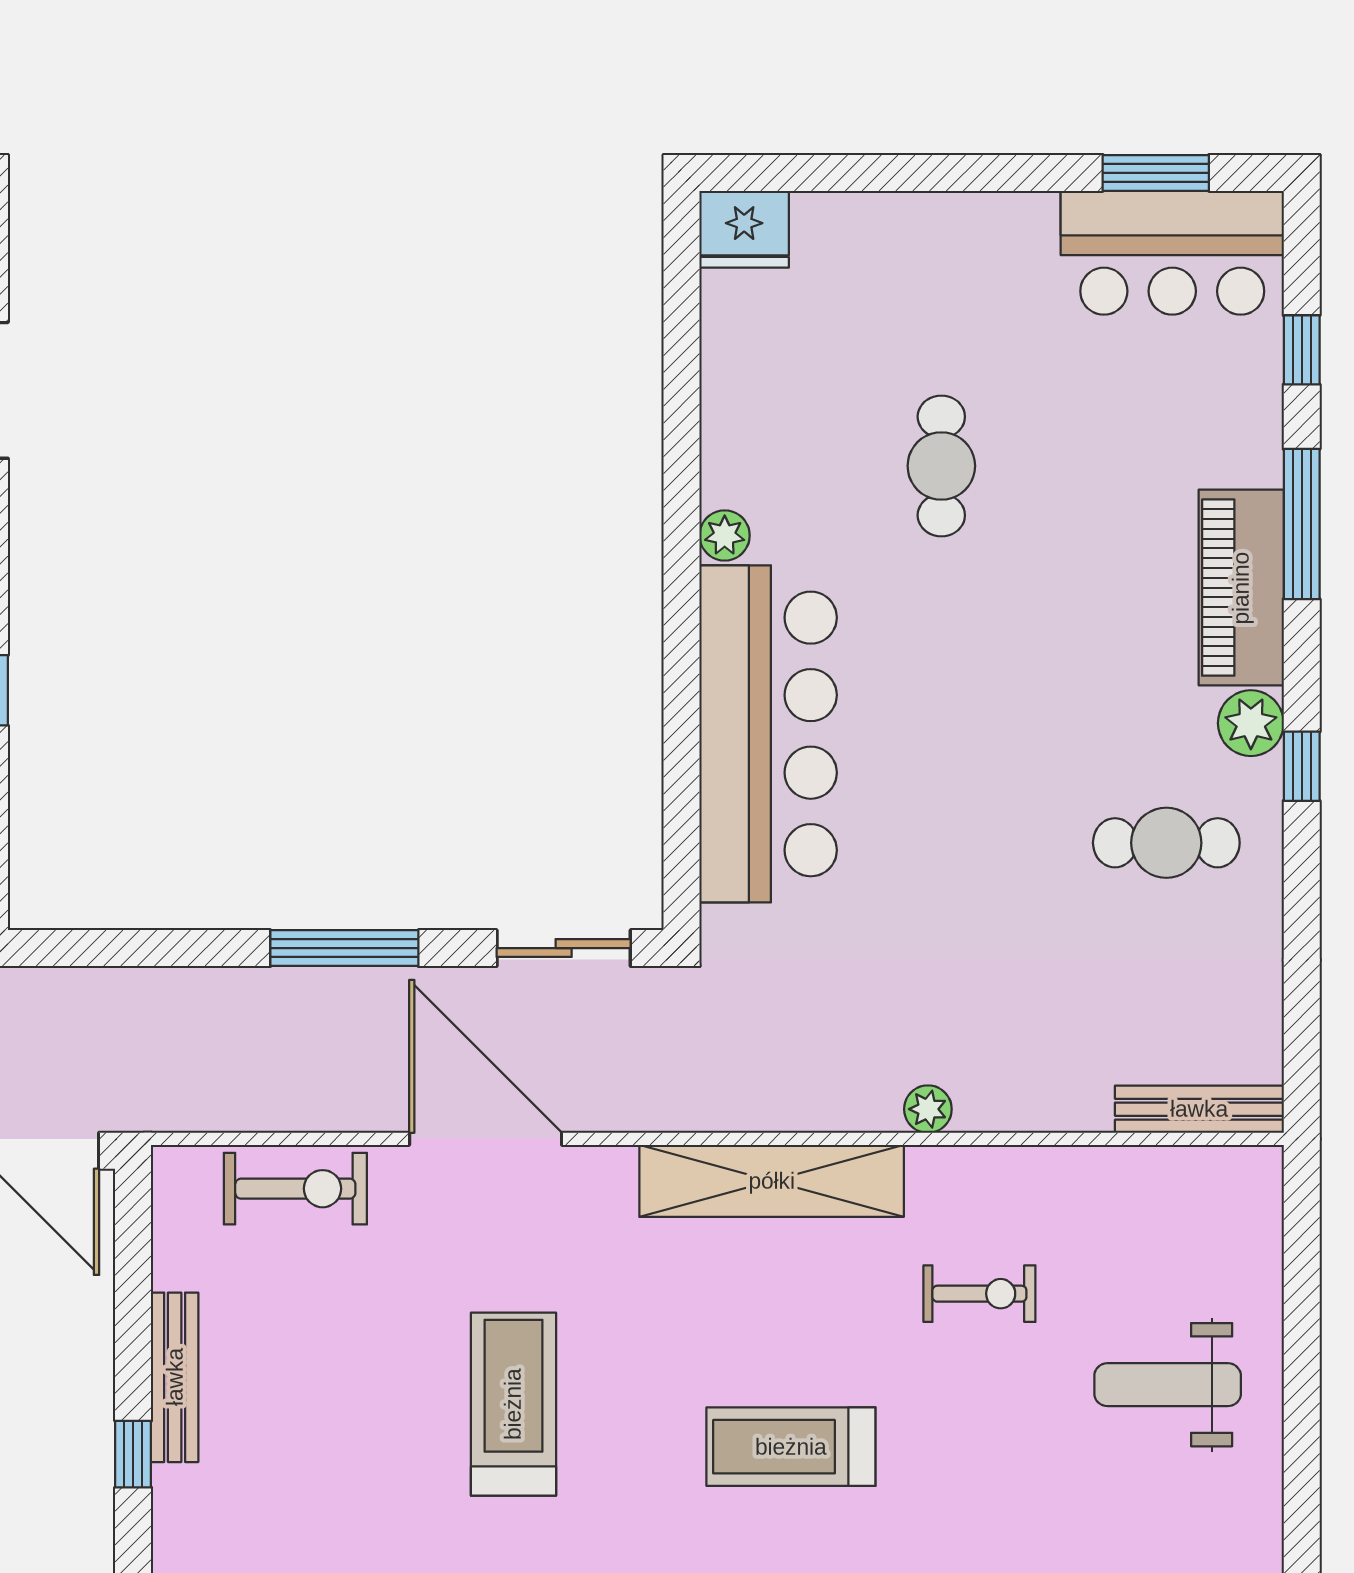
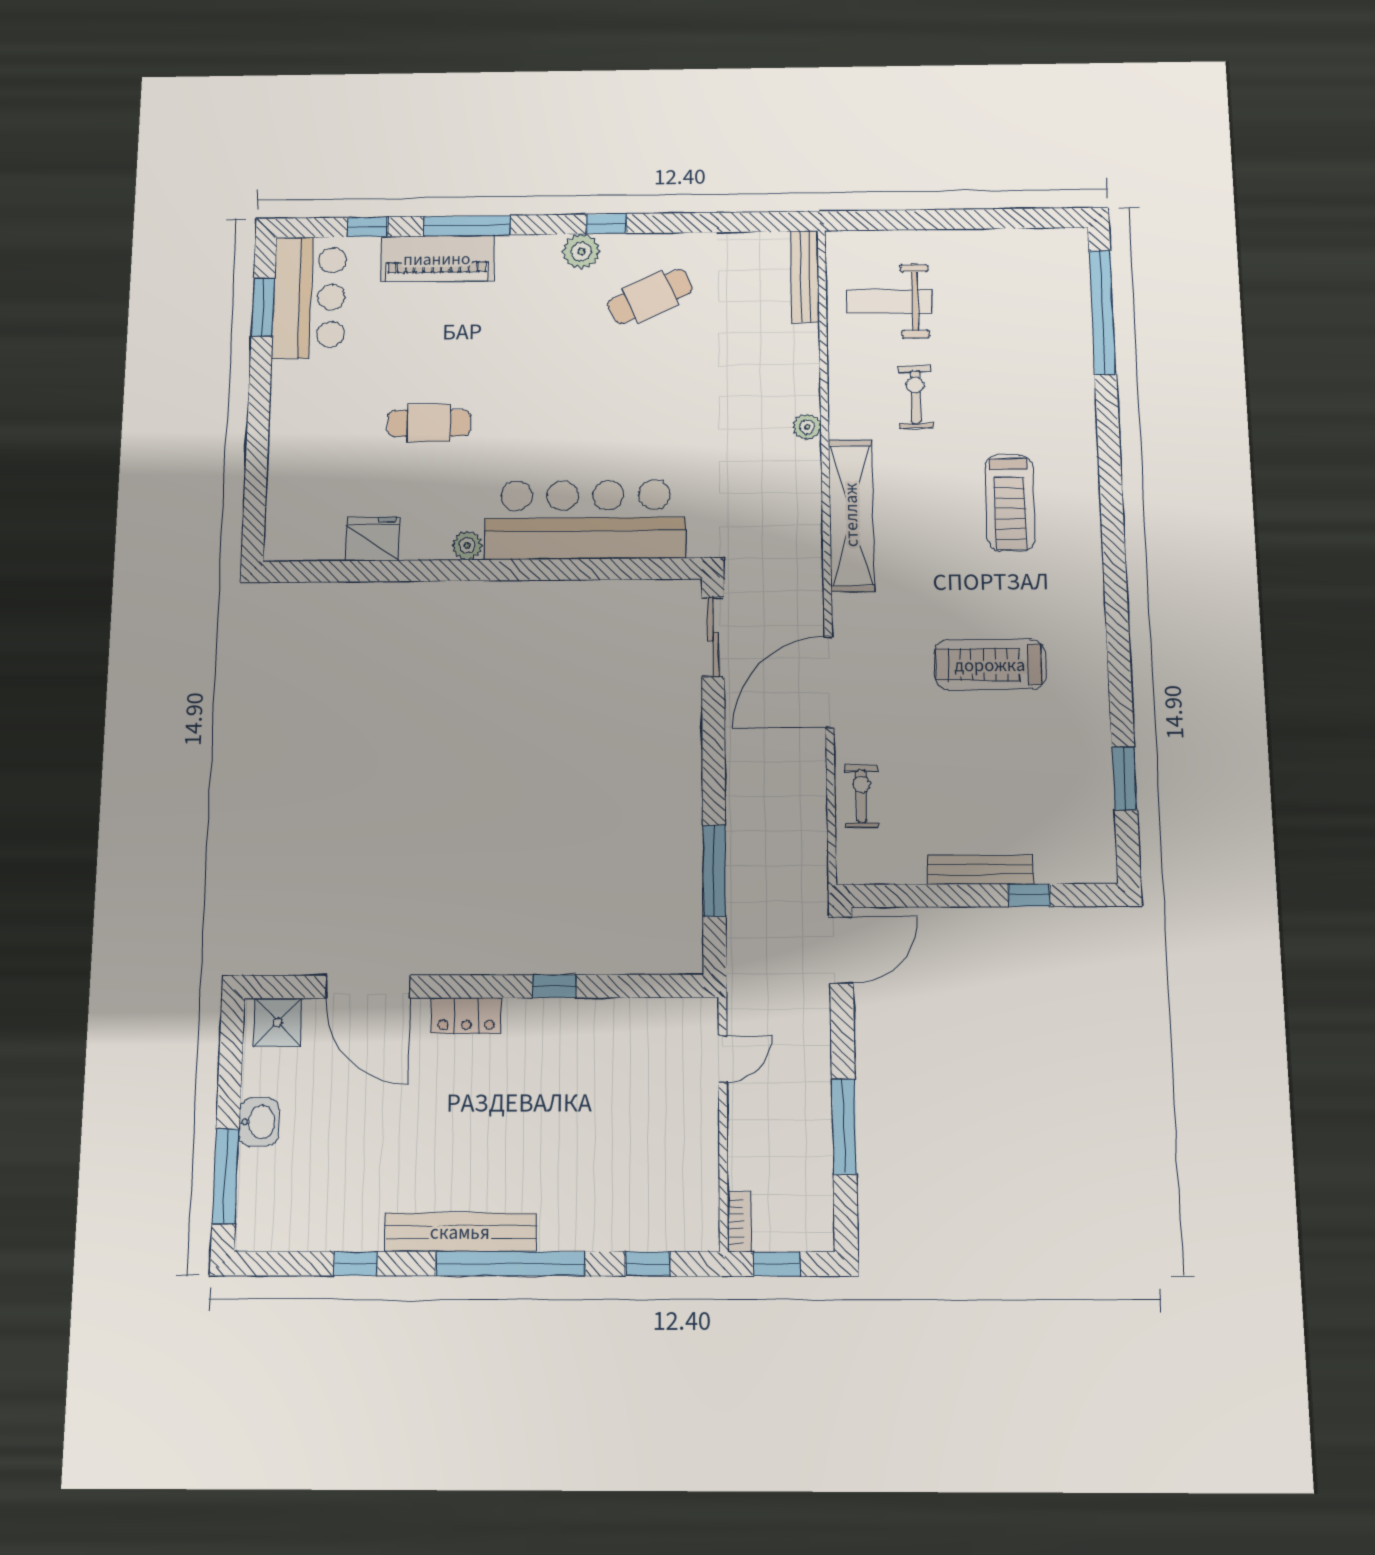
fridge: (744, 229) -> (373, 539), moved, turned -90
piano: (1241, 588) -> (437, 259), moved
cafe table: (1166, 843) -> (650, 297), turned 65
window: (344, 948) -> (714, 871), moved
exercise bike: (295, 1189) -> (862, 796), width x0.73, depth x0.72
weight bench: (1168, 1385) -> (889, 301), moved, turned 90

